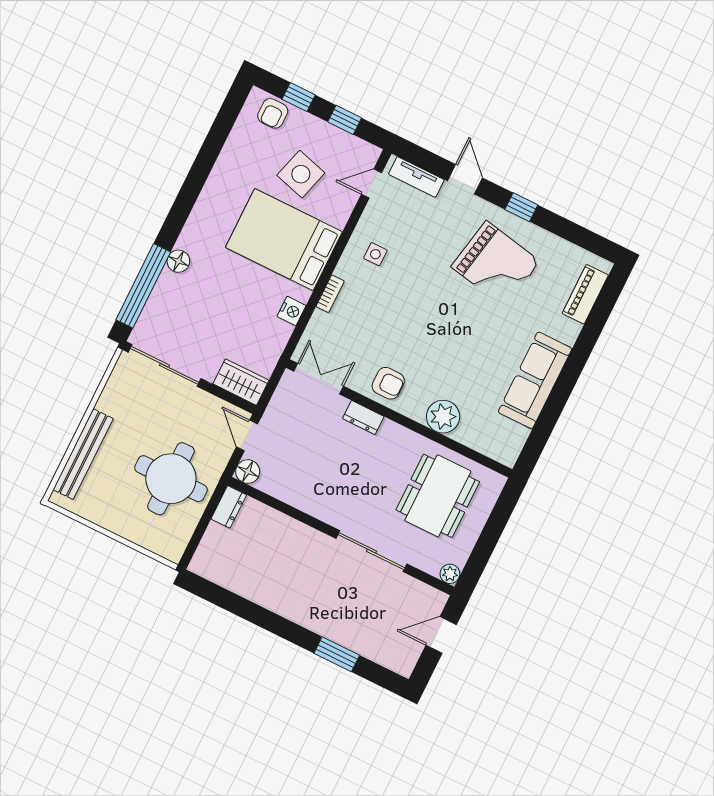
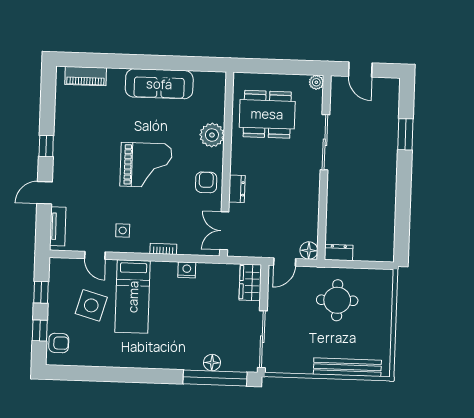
door: (371, 184) -> (95, 255), moved
bed: (284, 240) -> (133, 297), width x0.67
floor lamp: (178, 261) -> (212, 363), moved
grand piano: (496, 264) -> (146, 165), moved, turned 79
round table: (171, 479) -> (337, 300), width x0.73, depth x0.73

